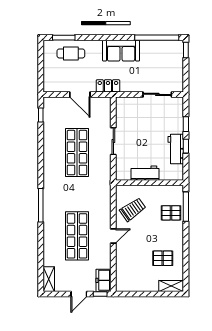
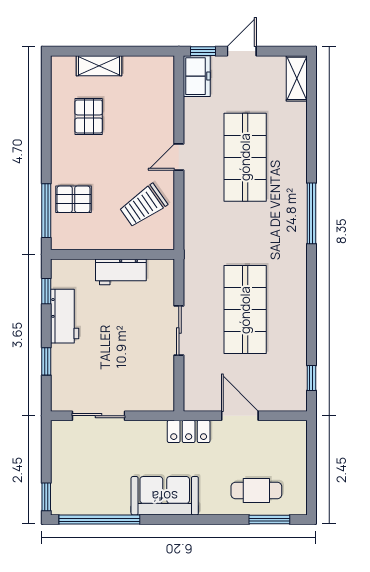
window: (186, 146) -> (46, 291), moved
pallet: (163, 258) -> (89, 116), turned 90
shelving: (171, 286) -> (99, 66), moved

